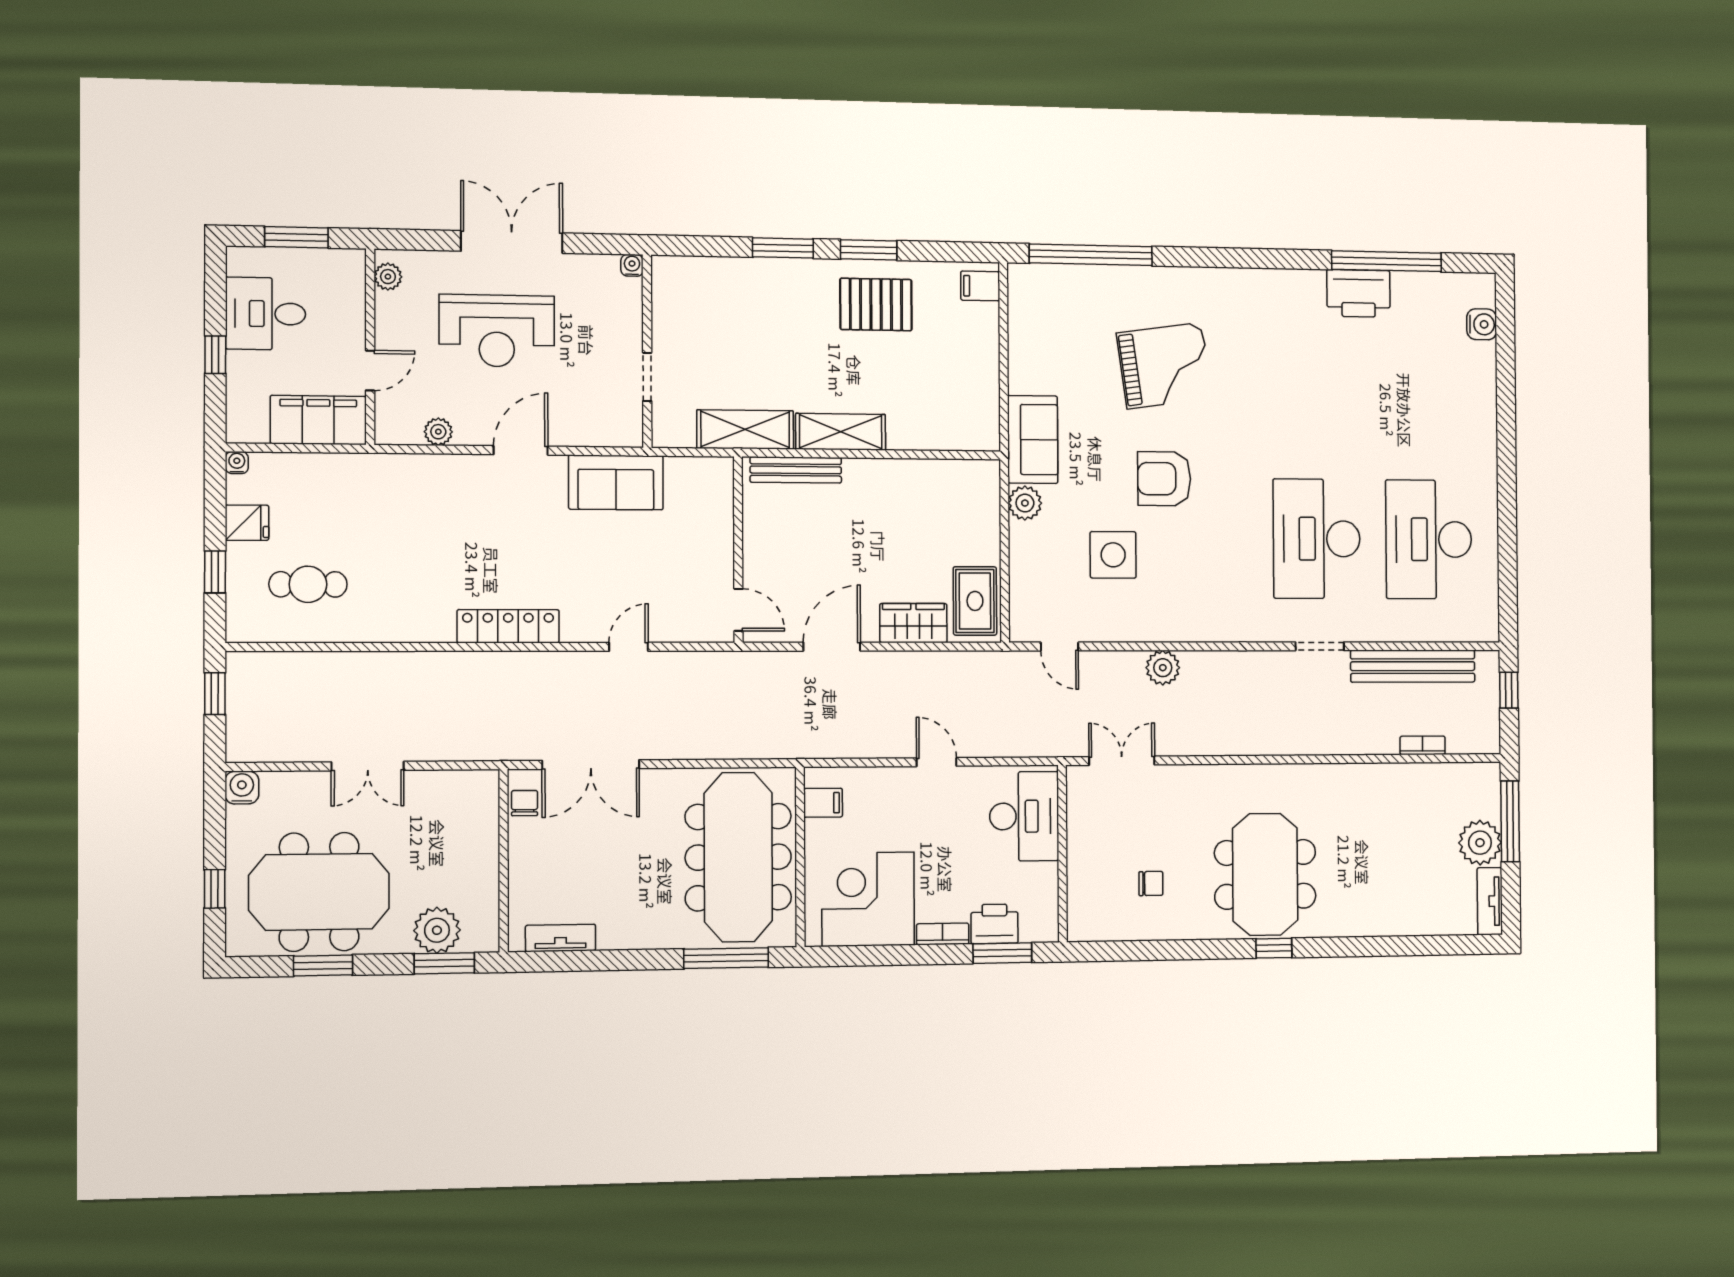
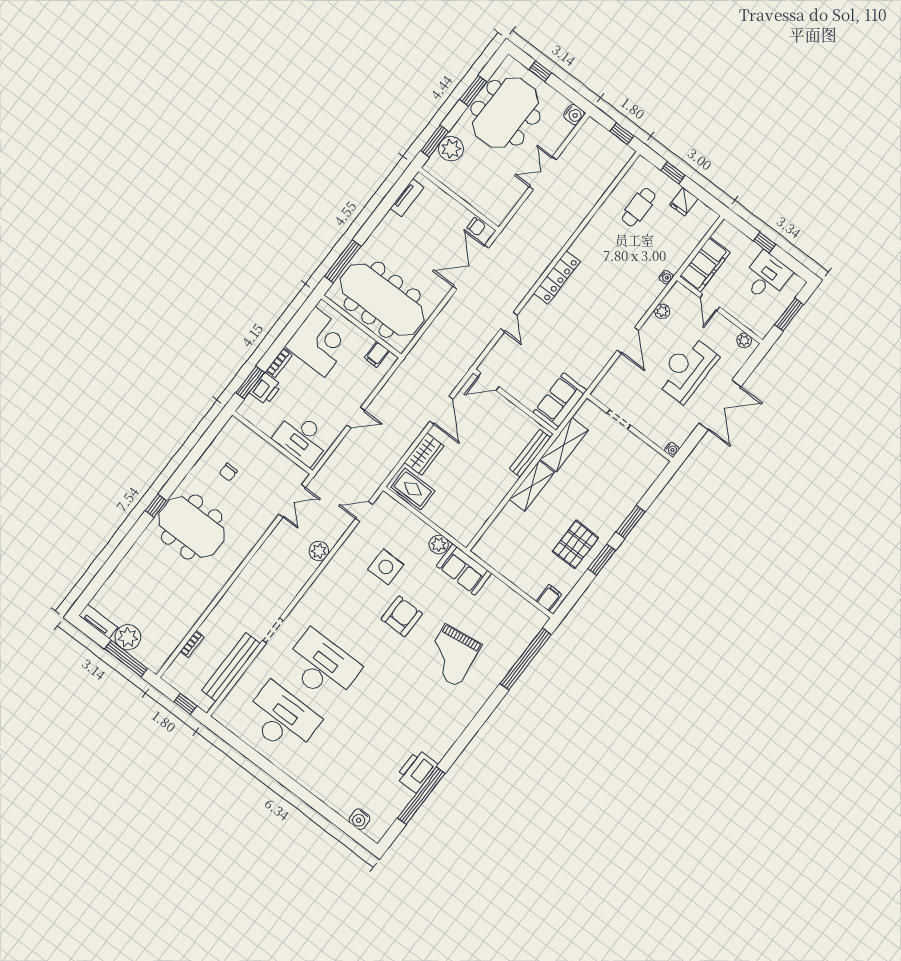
water cooler: (237, 463) -> (666, 277), moved
sofa: (616, 482) -> (560, 402), moved

